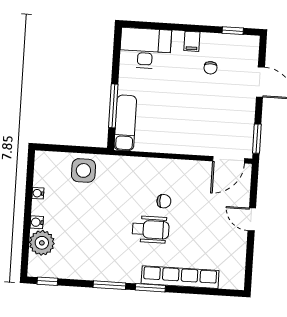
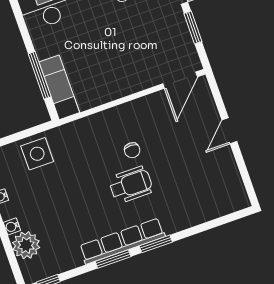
window: (257, 139) -> (193, 27), moved
chair: (164, 201) -> (132, 150), turned 90
door: (252, 219) -> (229, 131), hinge flipped
row of seats: (180, 277) -> (122, 241), moved

